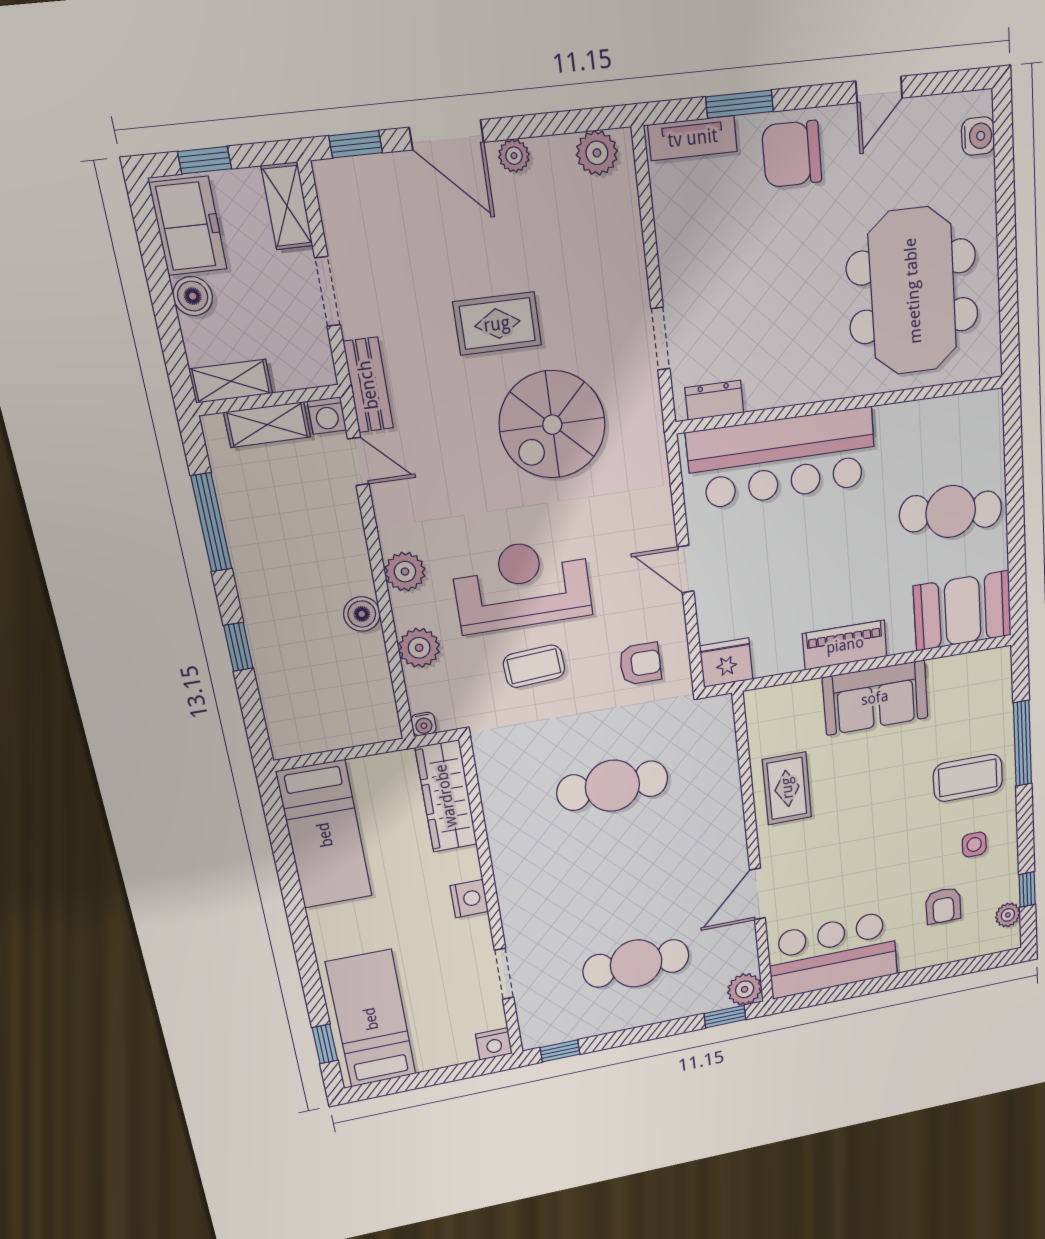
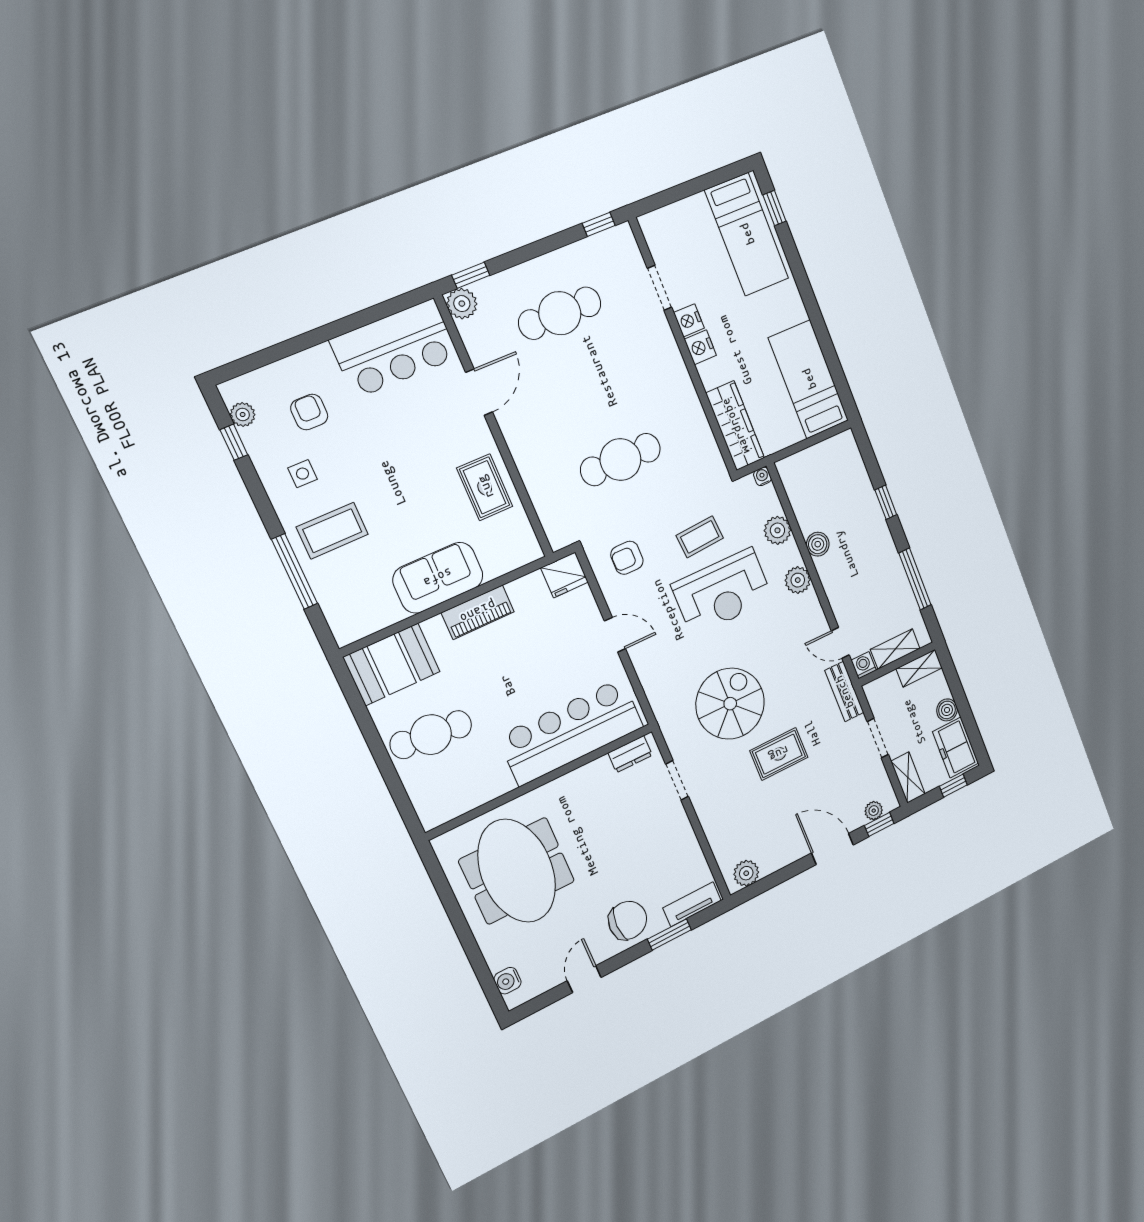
plant: (514, 156) -> (874, 811), moved
nightstand: (494, 1044) -> (689, 320), moved, turned -90

